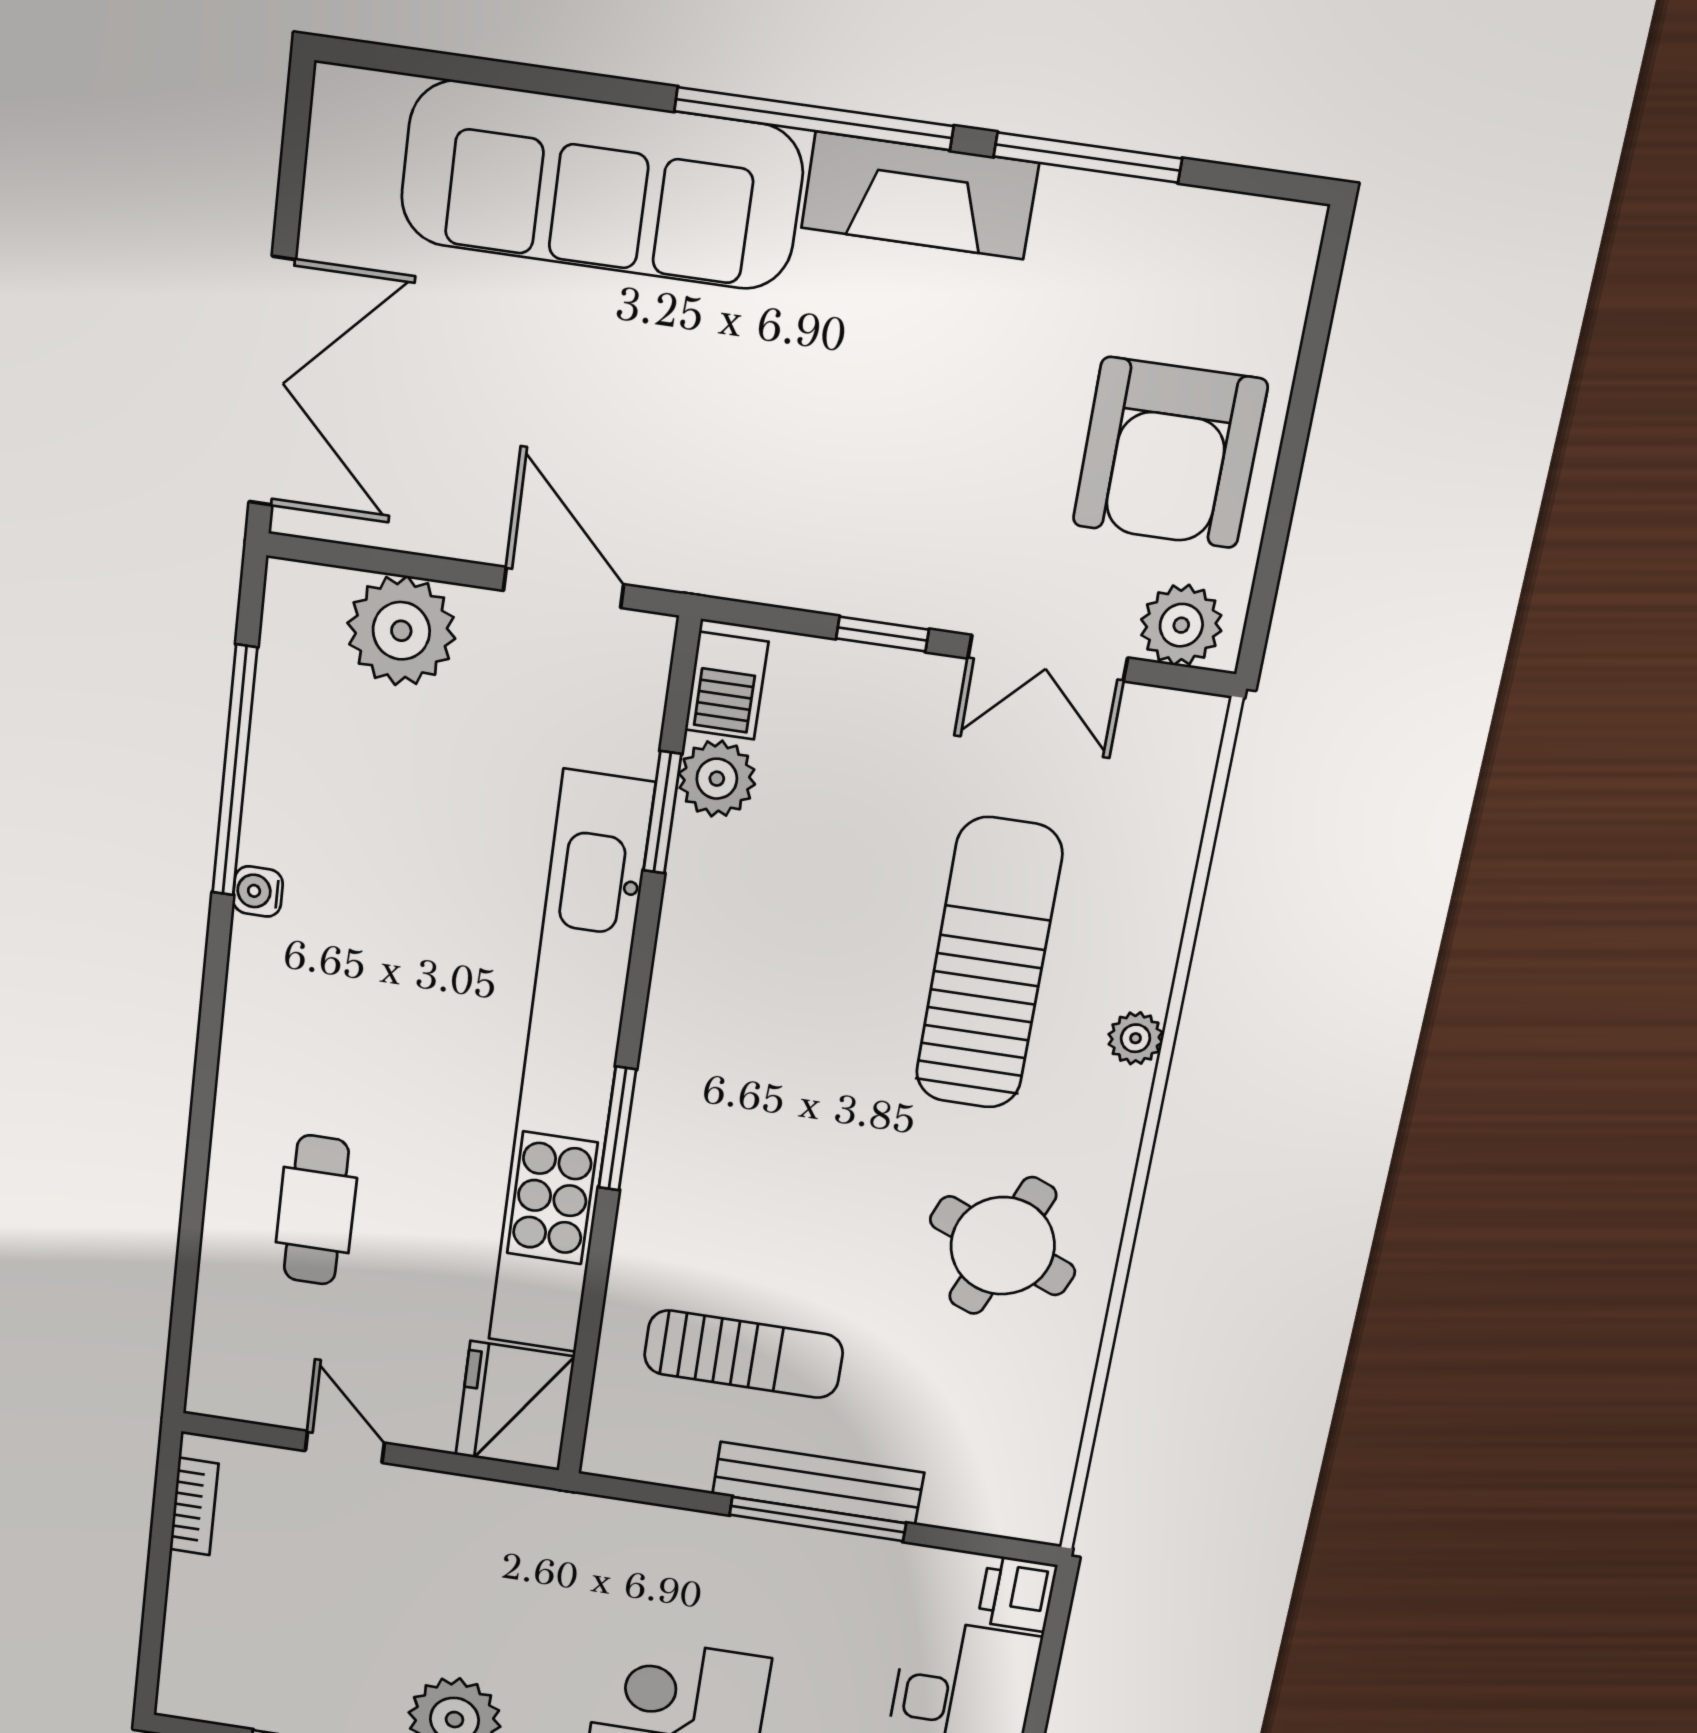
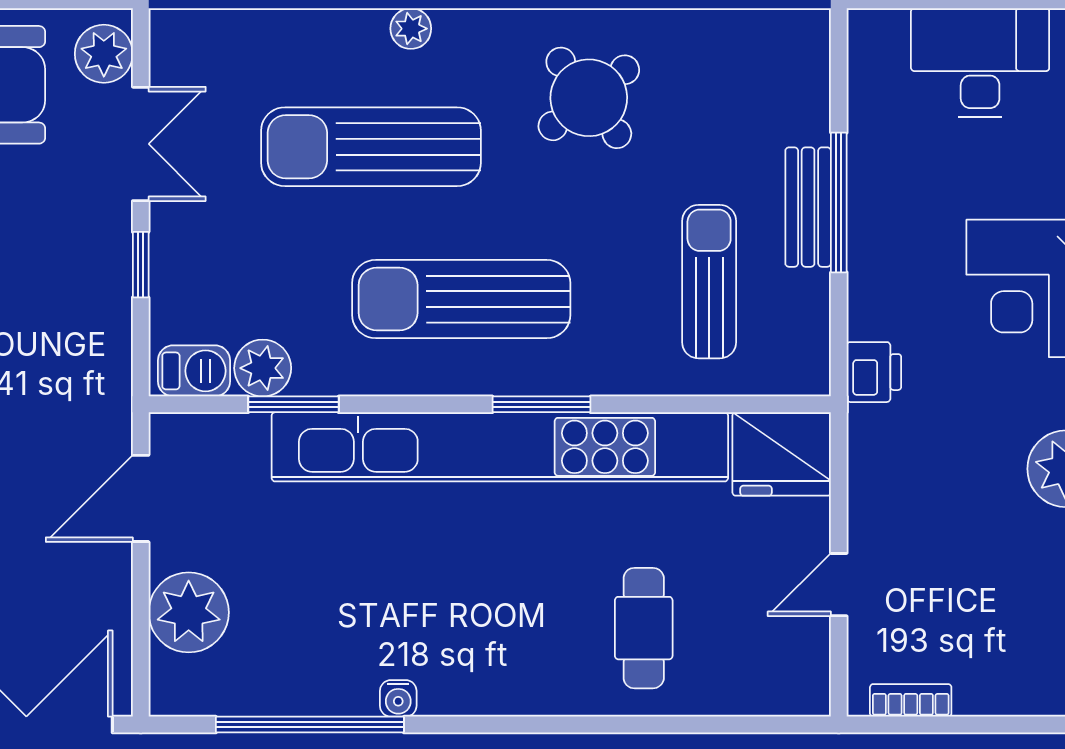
sun lounger: (769, 1049) -> (461, 299), added
cafe table: (316, 1210) -> (644, 628), turned 90
round table: (1003, 1246) -> (589, 98), turned 30
bench: (818, 1483) -> (808, 207), width x0.73
printer: (1017, 1593) -> (874, 372), moved, turned -90

